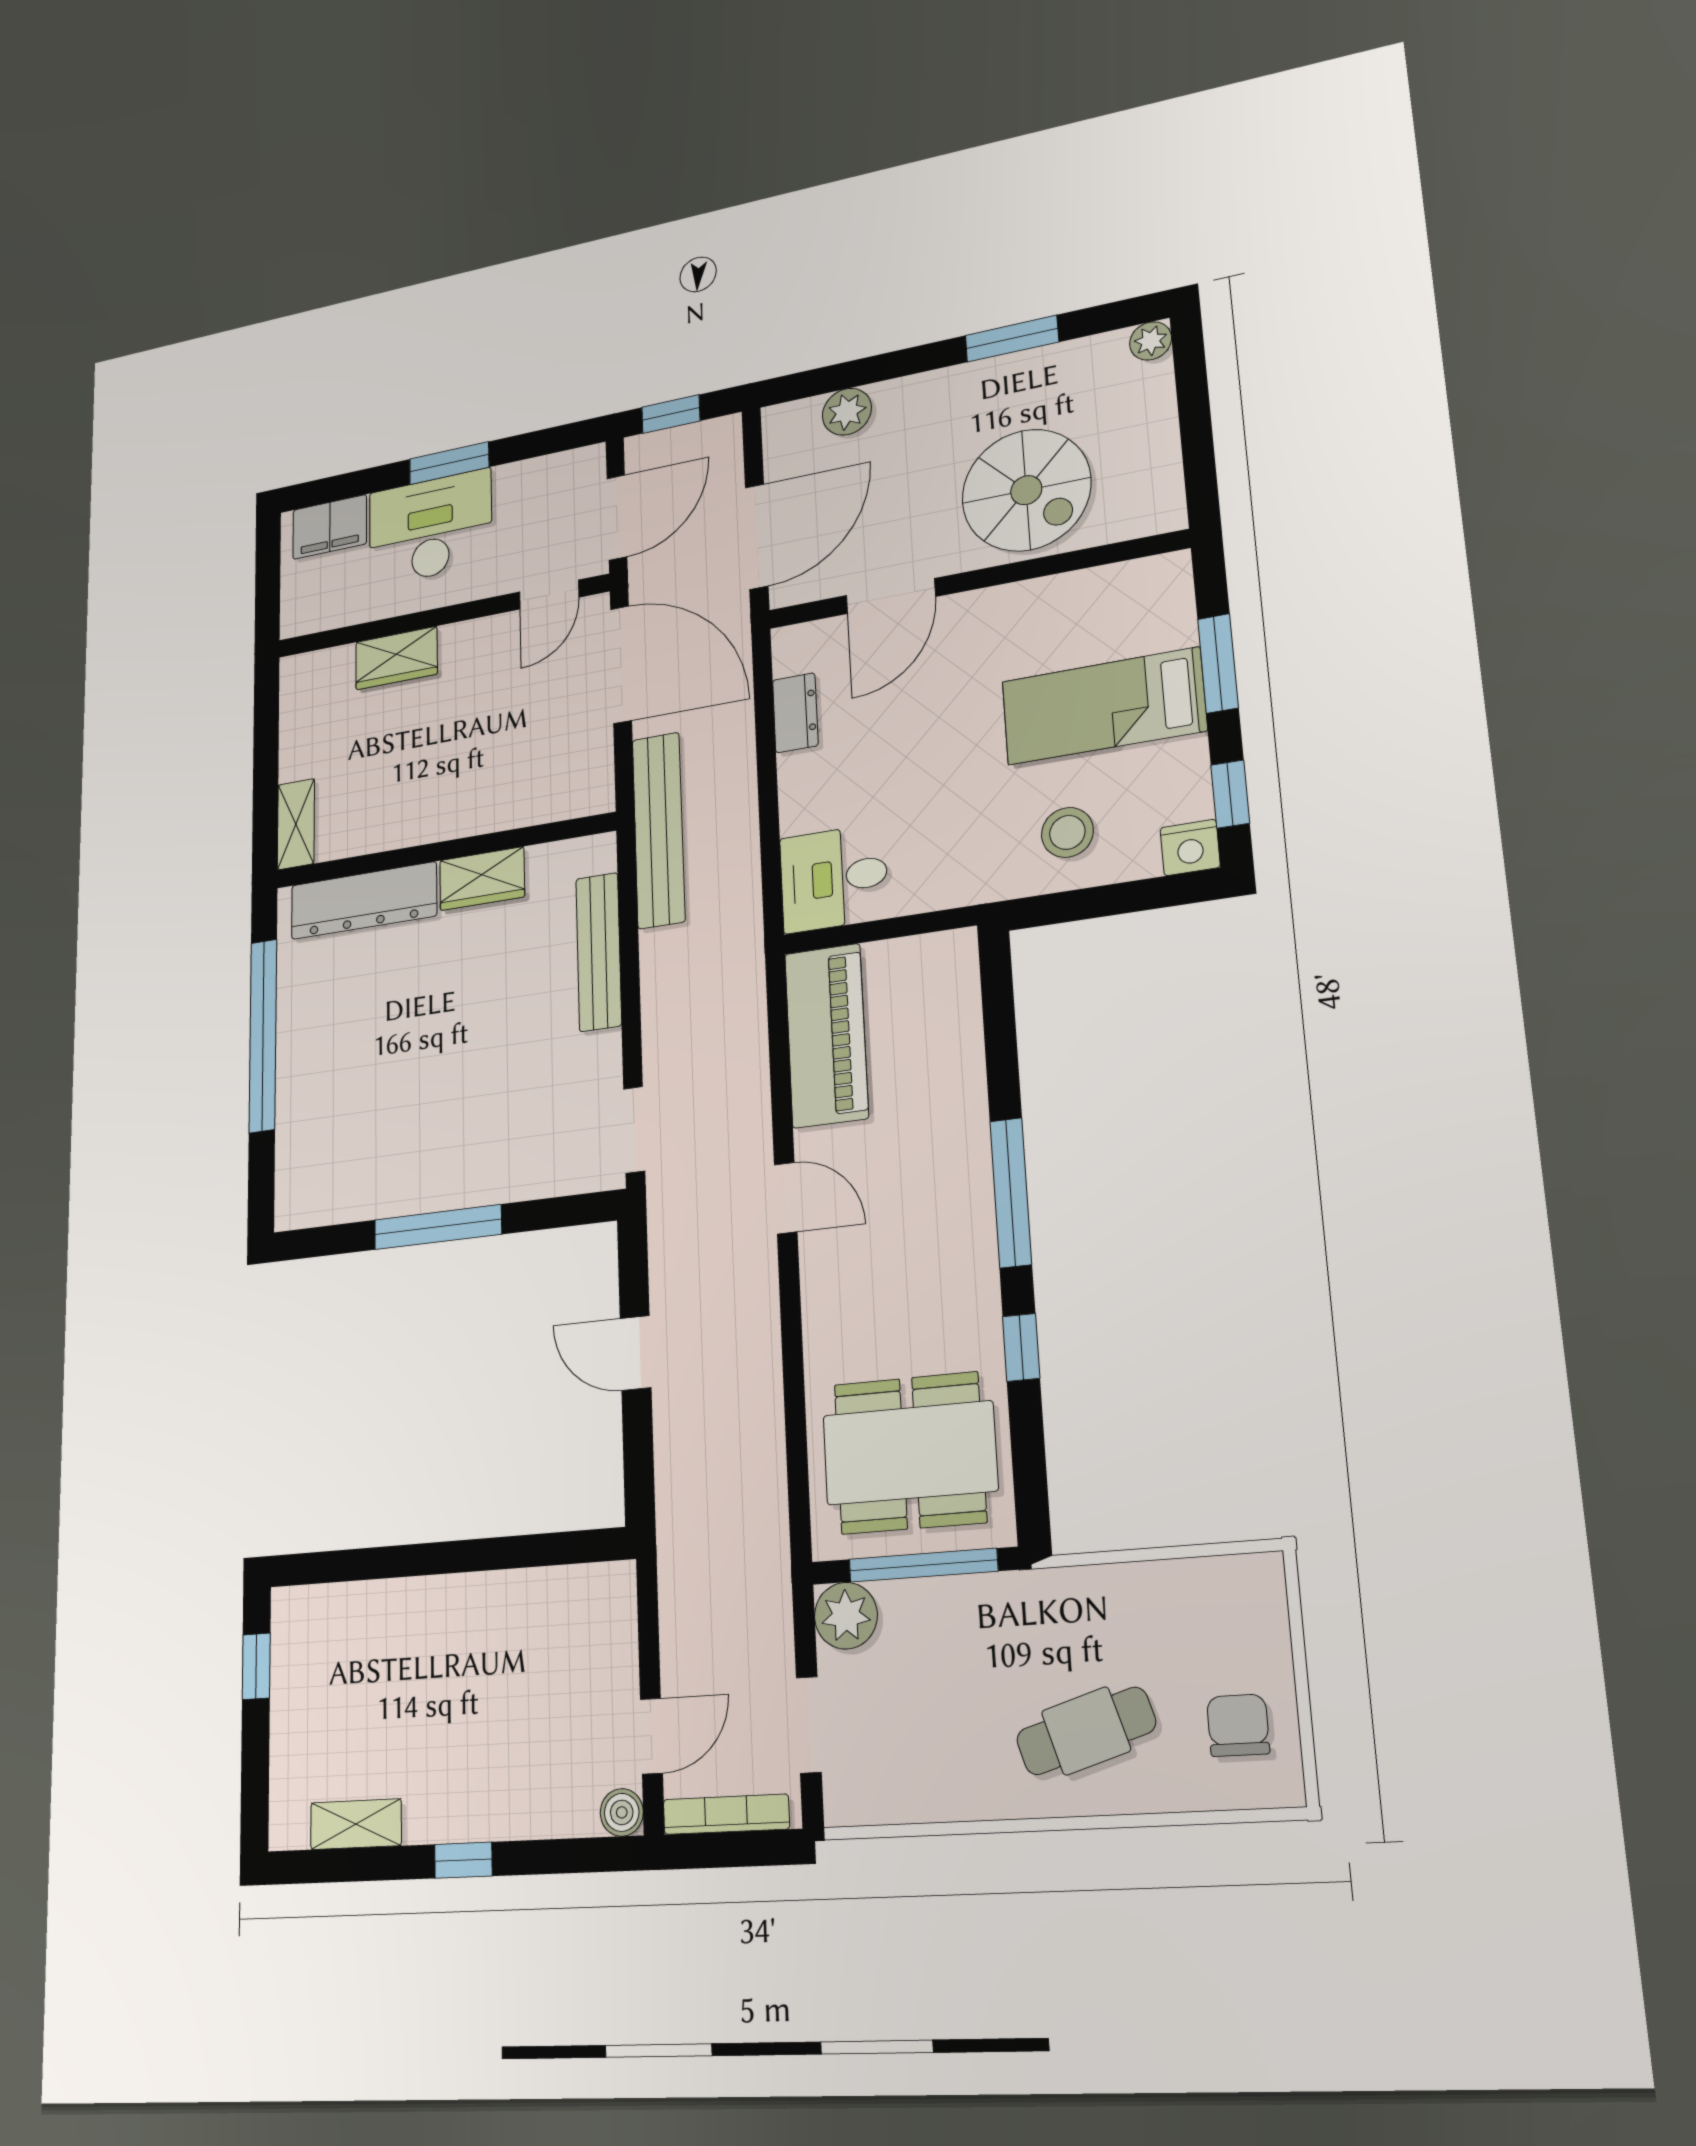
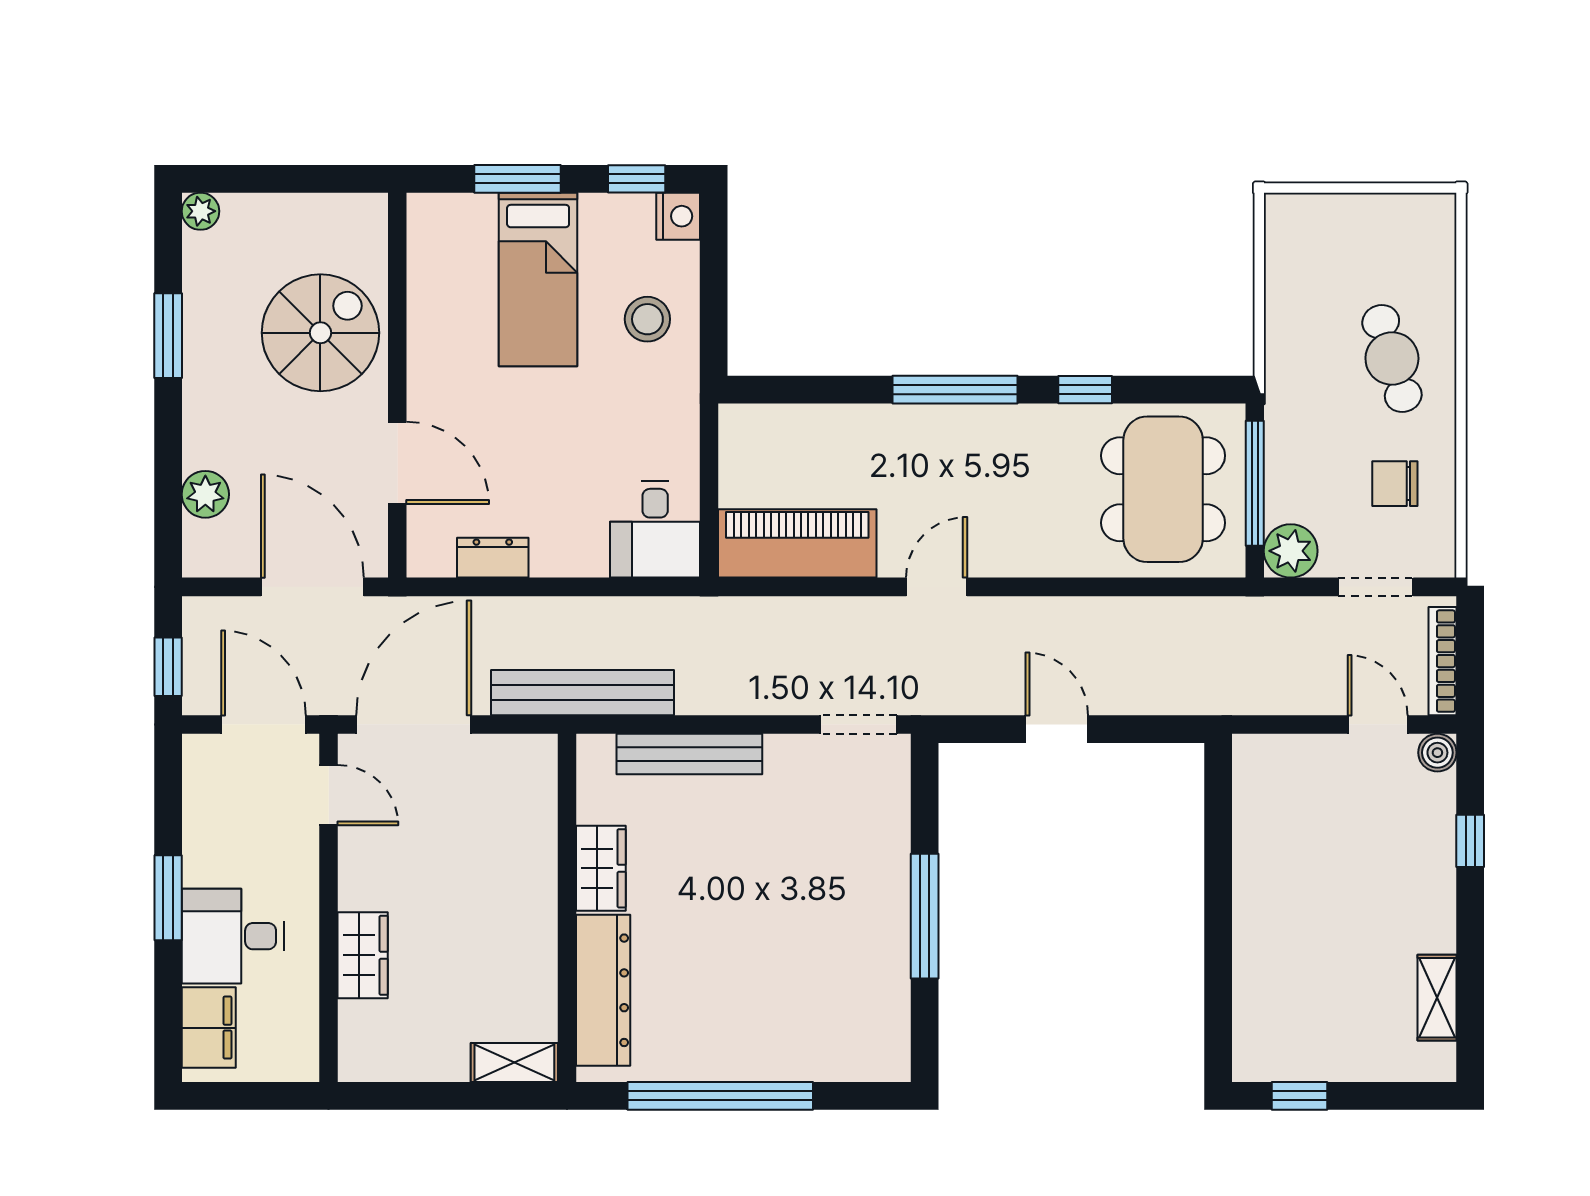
desk: (430, 528) -> (233, 936), width x0.73
door: (636, 1353) -> (1057, 729), swing flipped
chair: (1238, 1725) -> (1395, 484), moved
window: (463, 1860) -> (1470, 841), moved

